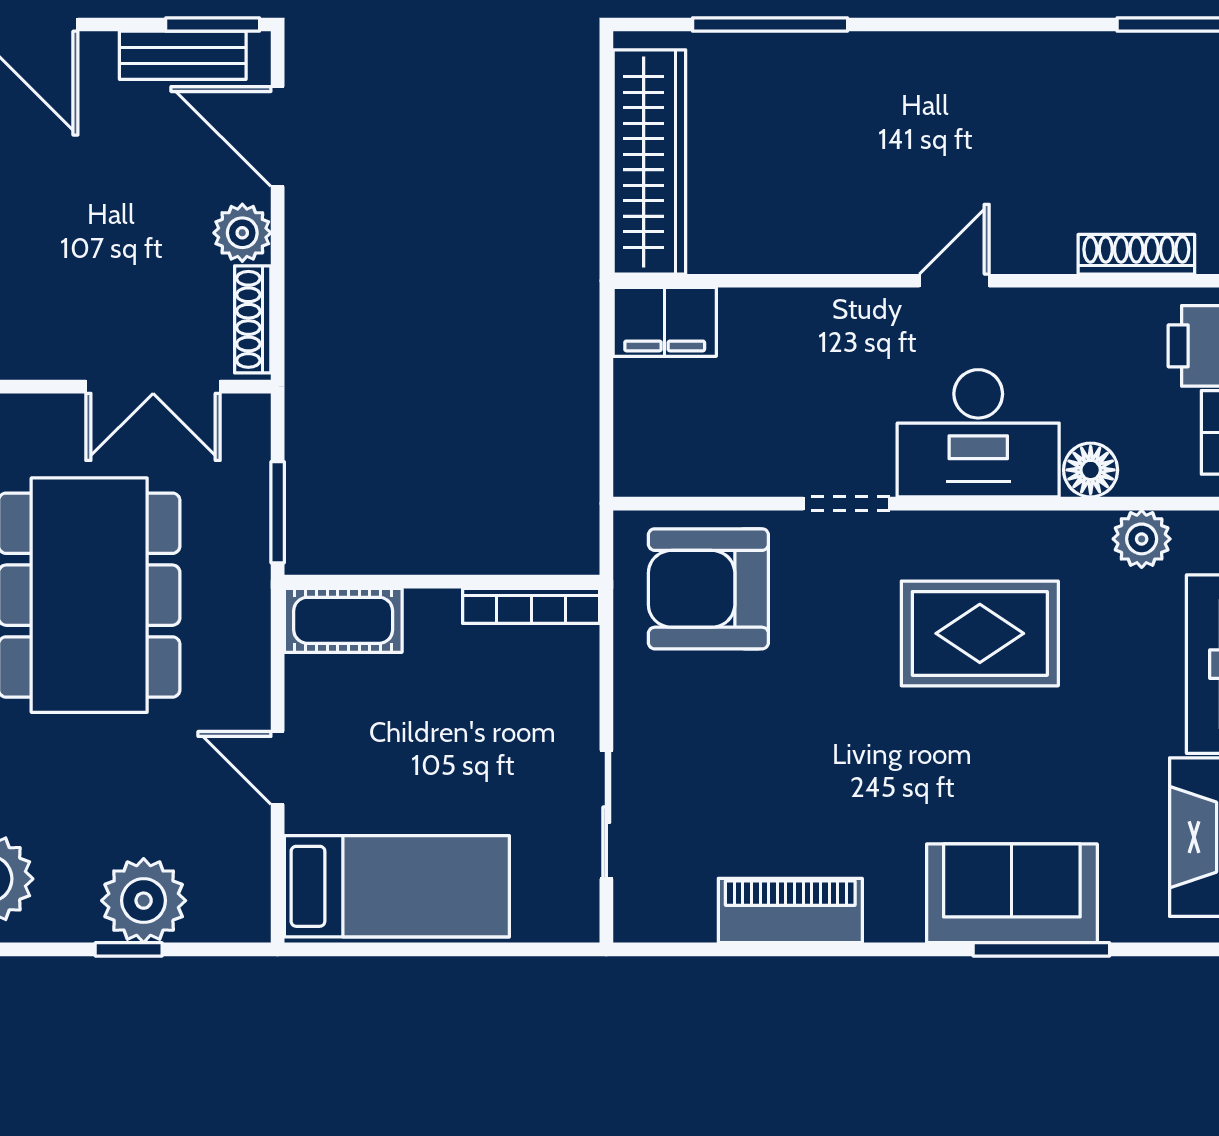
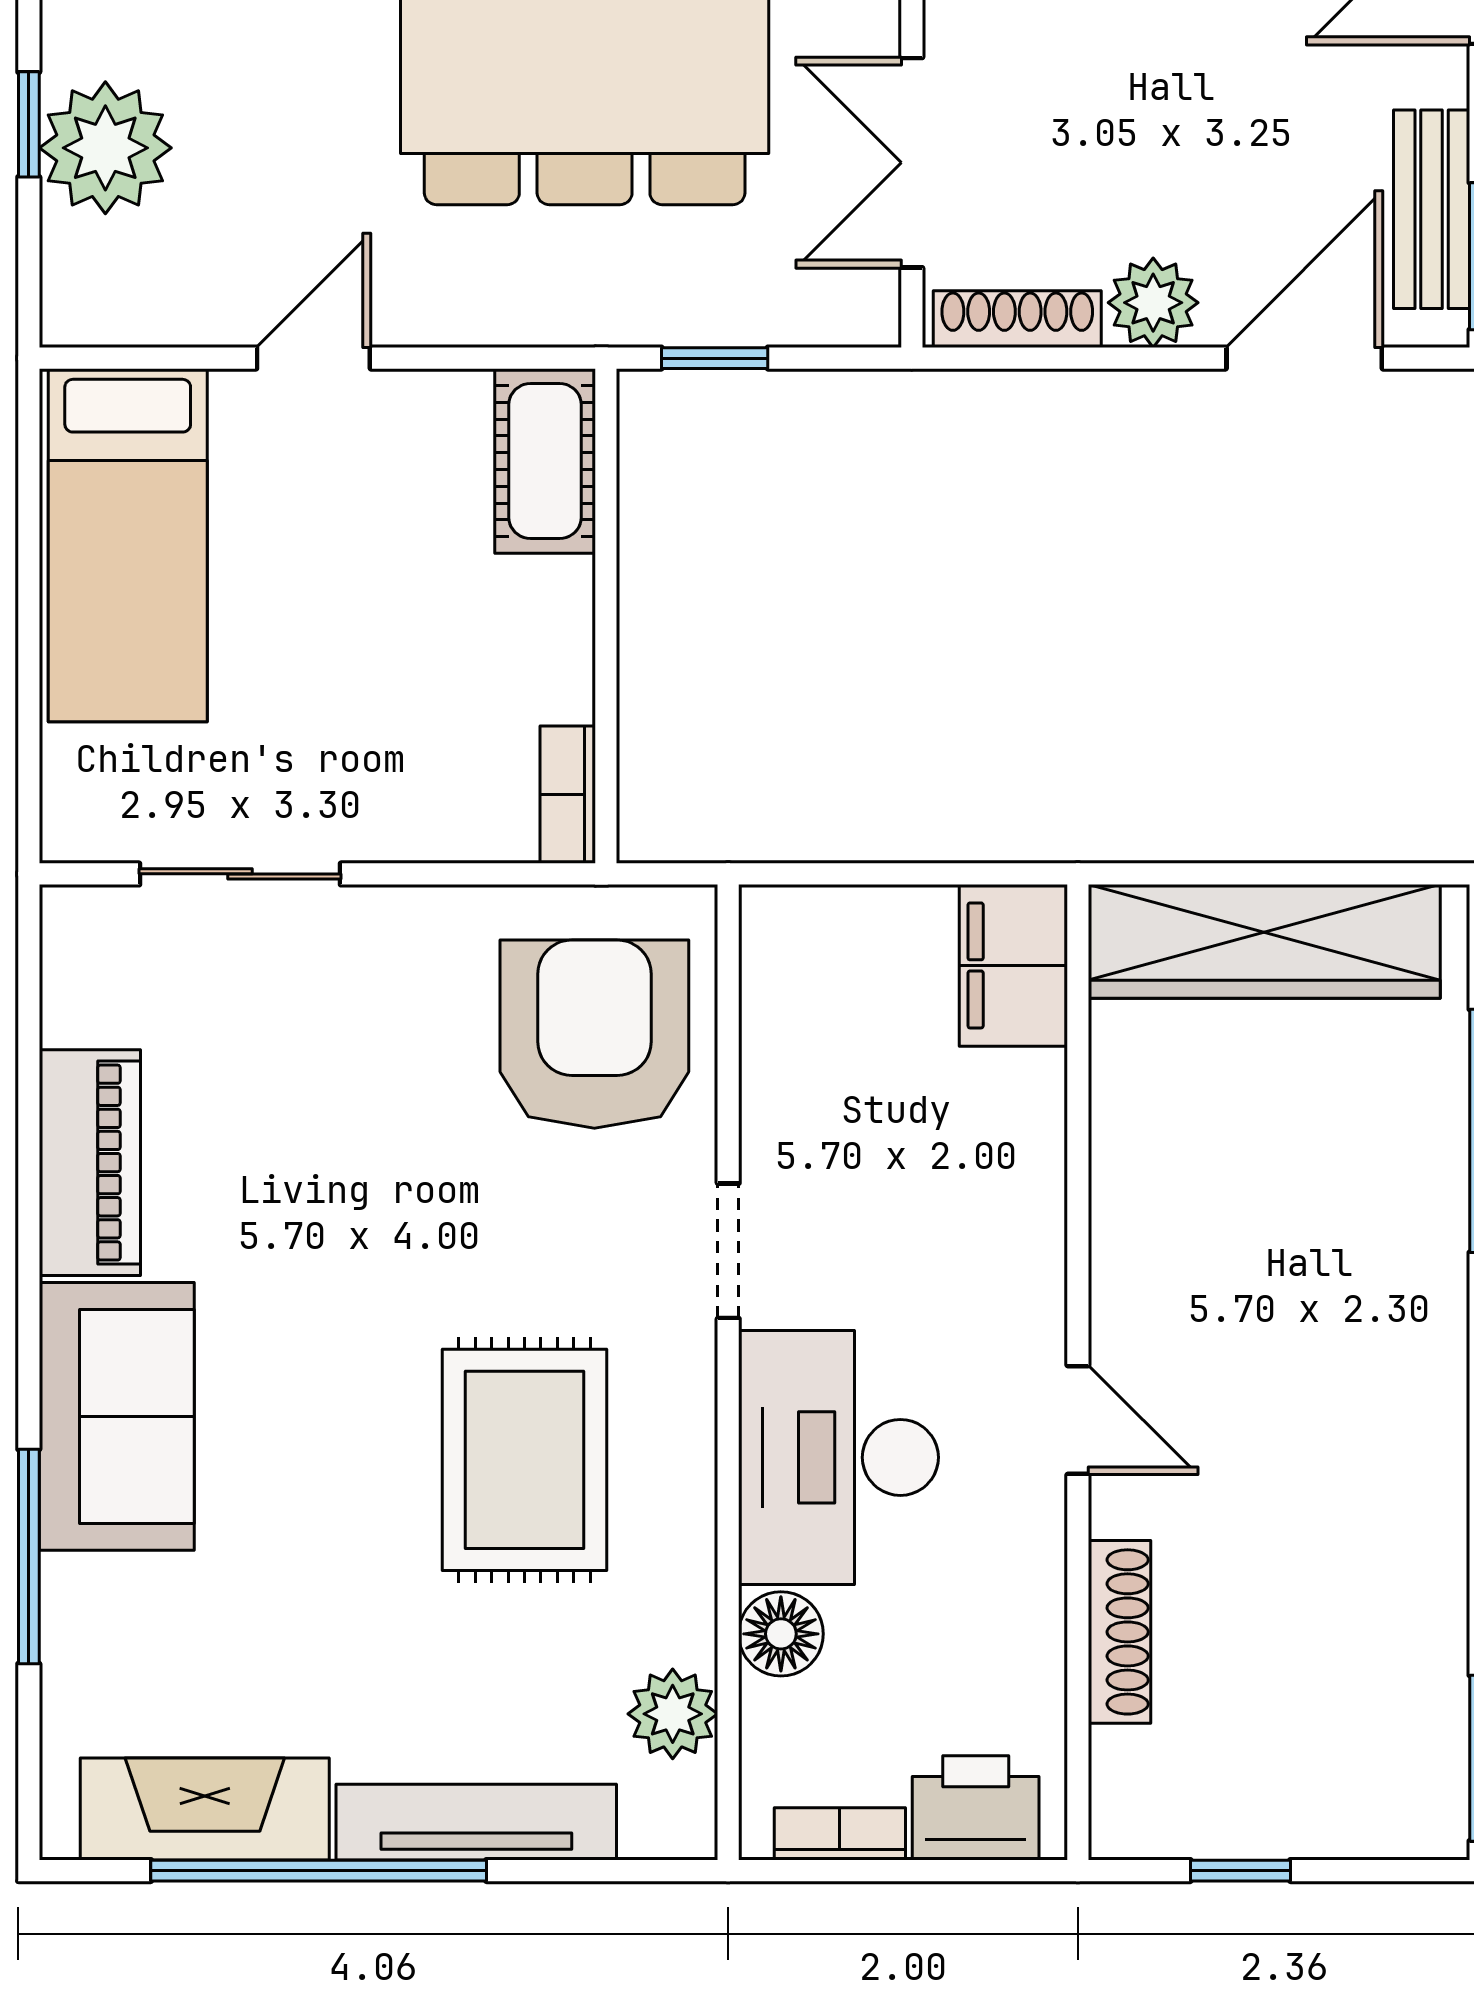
shoe rack: (1136, 254) -> (1119, 1632), moved
window: (278, 512) -> (715, 358), width x0.67
bookcase: (531, 606) -> (568, 795), width x0.64
sofa: (1012, 893) -> (117, 1416), moved

